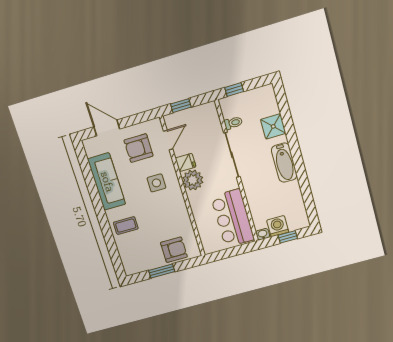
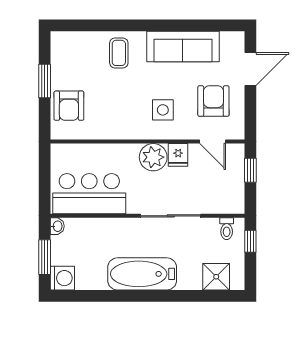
toilet: (233, 123) -> (227, 229), moved
shower: (273, 126) -> (216, 277), moved
bathtub: (284, 163) -> (142, 274), width x1.36, depth x1.36
washing machine: (278, 226) -> (62, 278), moved
window: (288, 237) -> (45, 257), width x1.50

